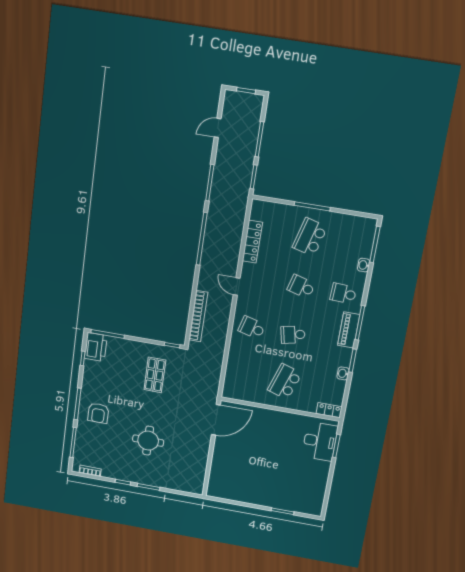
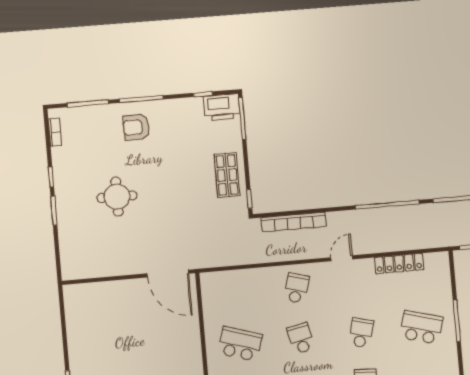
shop shelf: (155, 375) -> (227, 175), moved, turned 90

